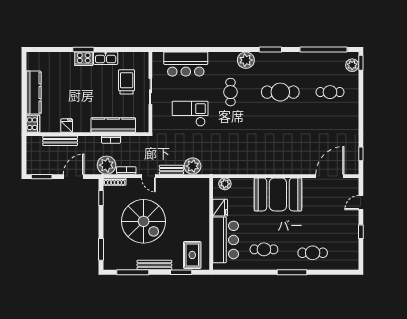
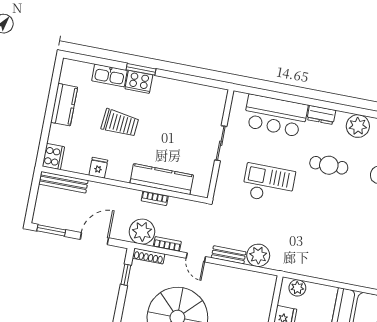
dresser: (218, 57) -> (321, 115), added
kitchen sink: (106, 58) -> (109, 75), moved
trolley: (127, 82) -> (120, 123), moved, turned 95
cafe table: (231, 92) -> (329, 165), turned 90
kitchen counter: (34, 93) -> (64, 105), width x0.67
bench: (60, 141) -> (63, 182), moved

